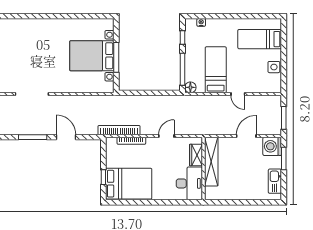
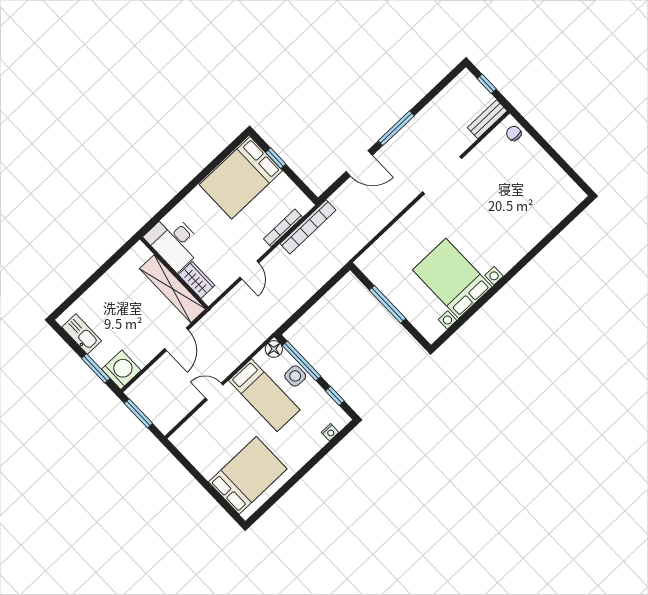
bed: (260, 39) -> (248, 475), width x1.50
bed with nightstands: (92, 56) -> (452, 278), moved, turned -90
side table: (274, 67) -> (295, 376), moved
door: (246, 136) -> (176, 339), moved

